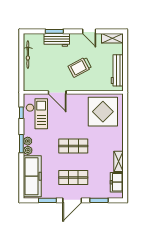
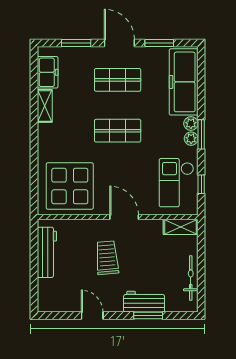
shelving: (112, 38) -> (181, 227), moved
trolley: (80, 67) -> (107, 258), turned -67
door: (57, 92) -> (124, 217), moved
door: (72, 200) -> (119, 43), hinge flipped

